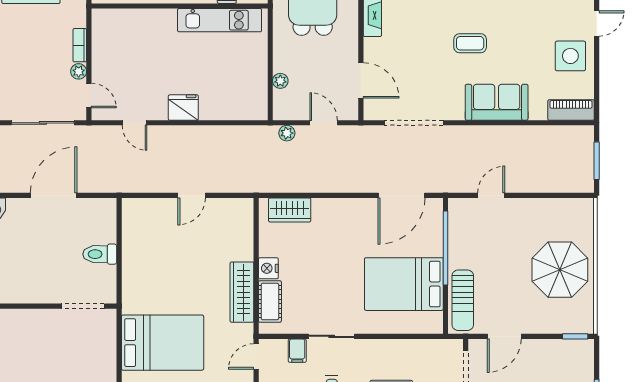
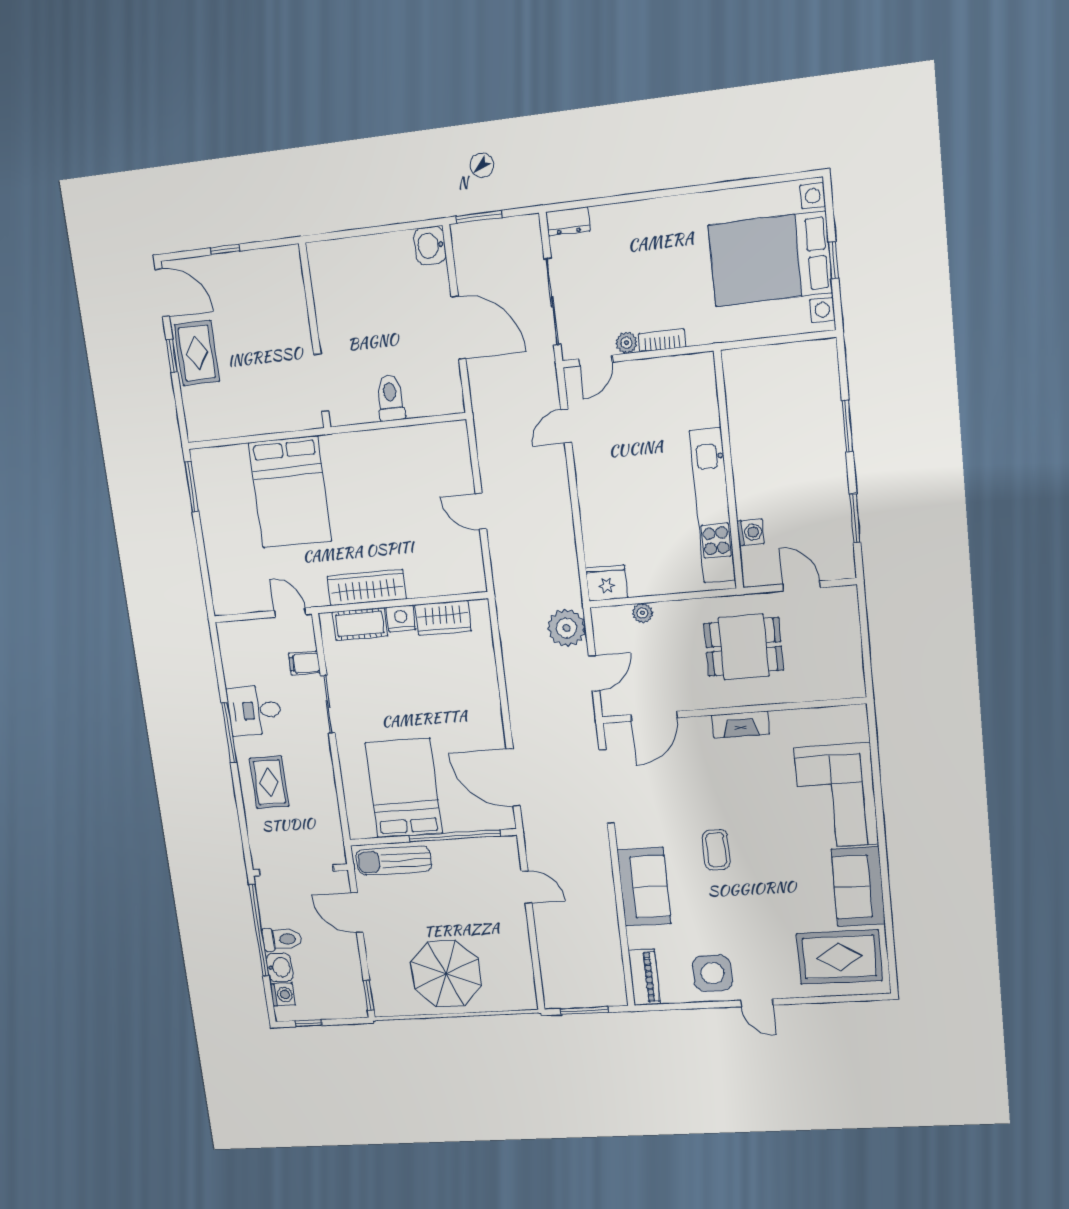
kitchen unit: (220, 20) -> (713, 506), width x1.36
fridge: (183, 108) -> (607, 583), moved, turned -90
plant: (287, 133) -> (566, 628), width x1.88, depth x1.88
wardrobe: (290, 210) -> (443, 618), moved, turned -90

